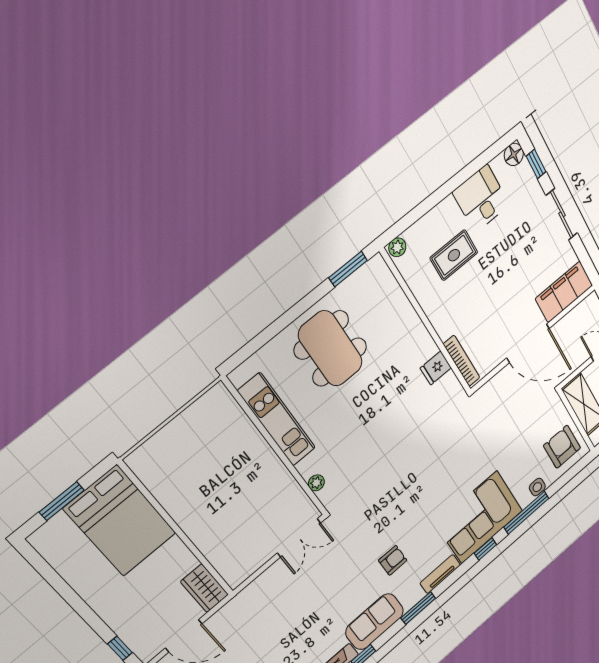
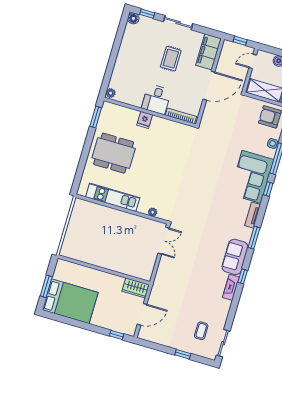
desk: (481, 199) -> (156, 99), moved, turned -90
rug: (454, 255) -> (171, 59), moved
fridge: (436, 368) -> (145, 120), moved
bed: (120, 521) -> (70, 301), moved
armchair: (393, 560) -> (221, 223), removed

